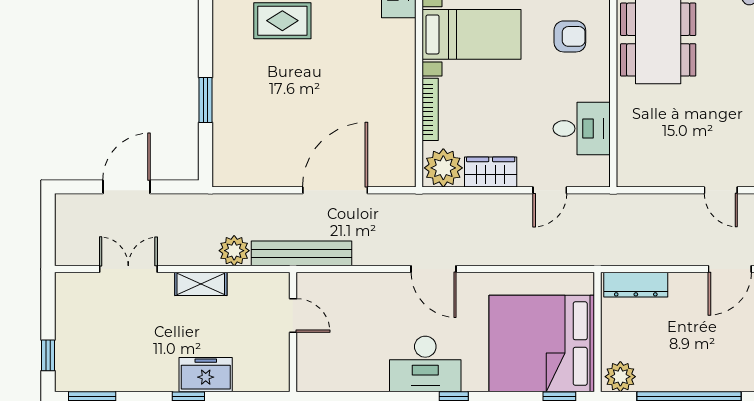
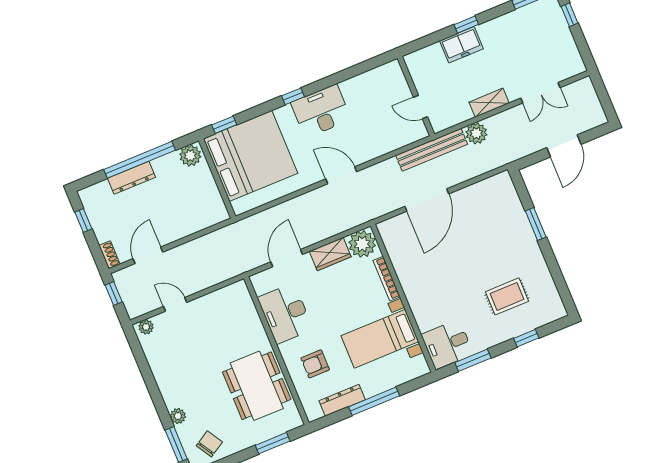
desk: (582, 129) -> (285, 313), width x1.37
door: (550, 190) -> (287, 258), width x1.38
dresser: (636, 285) -> (131, 178), moved, turned 180

